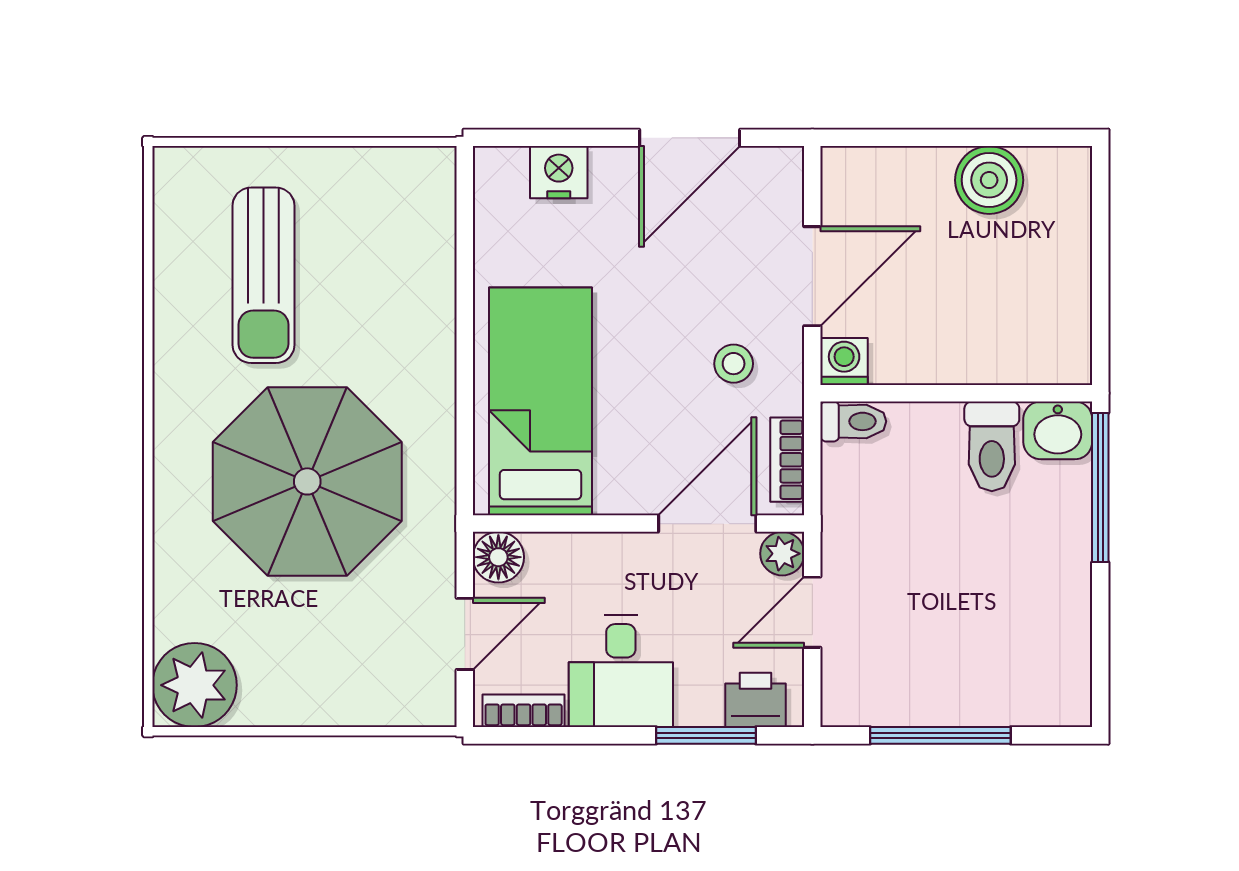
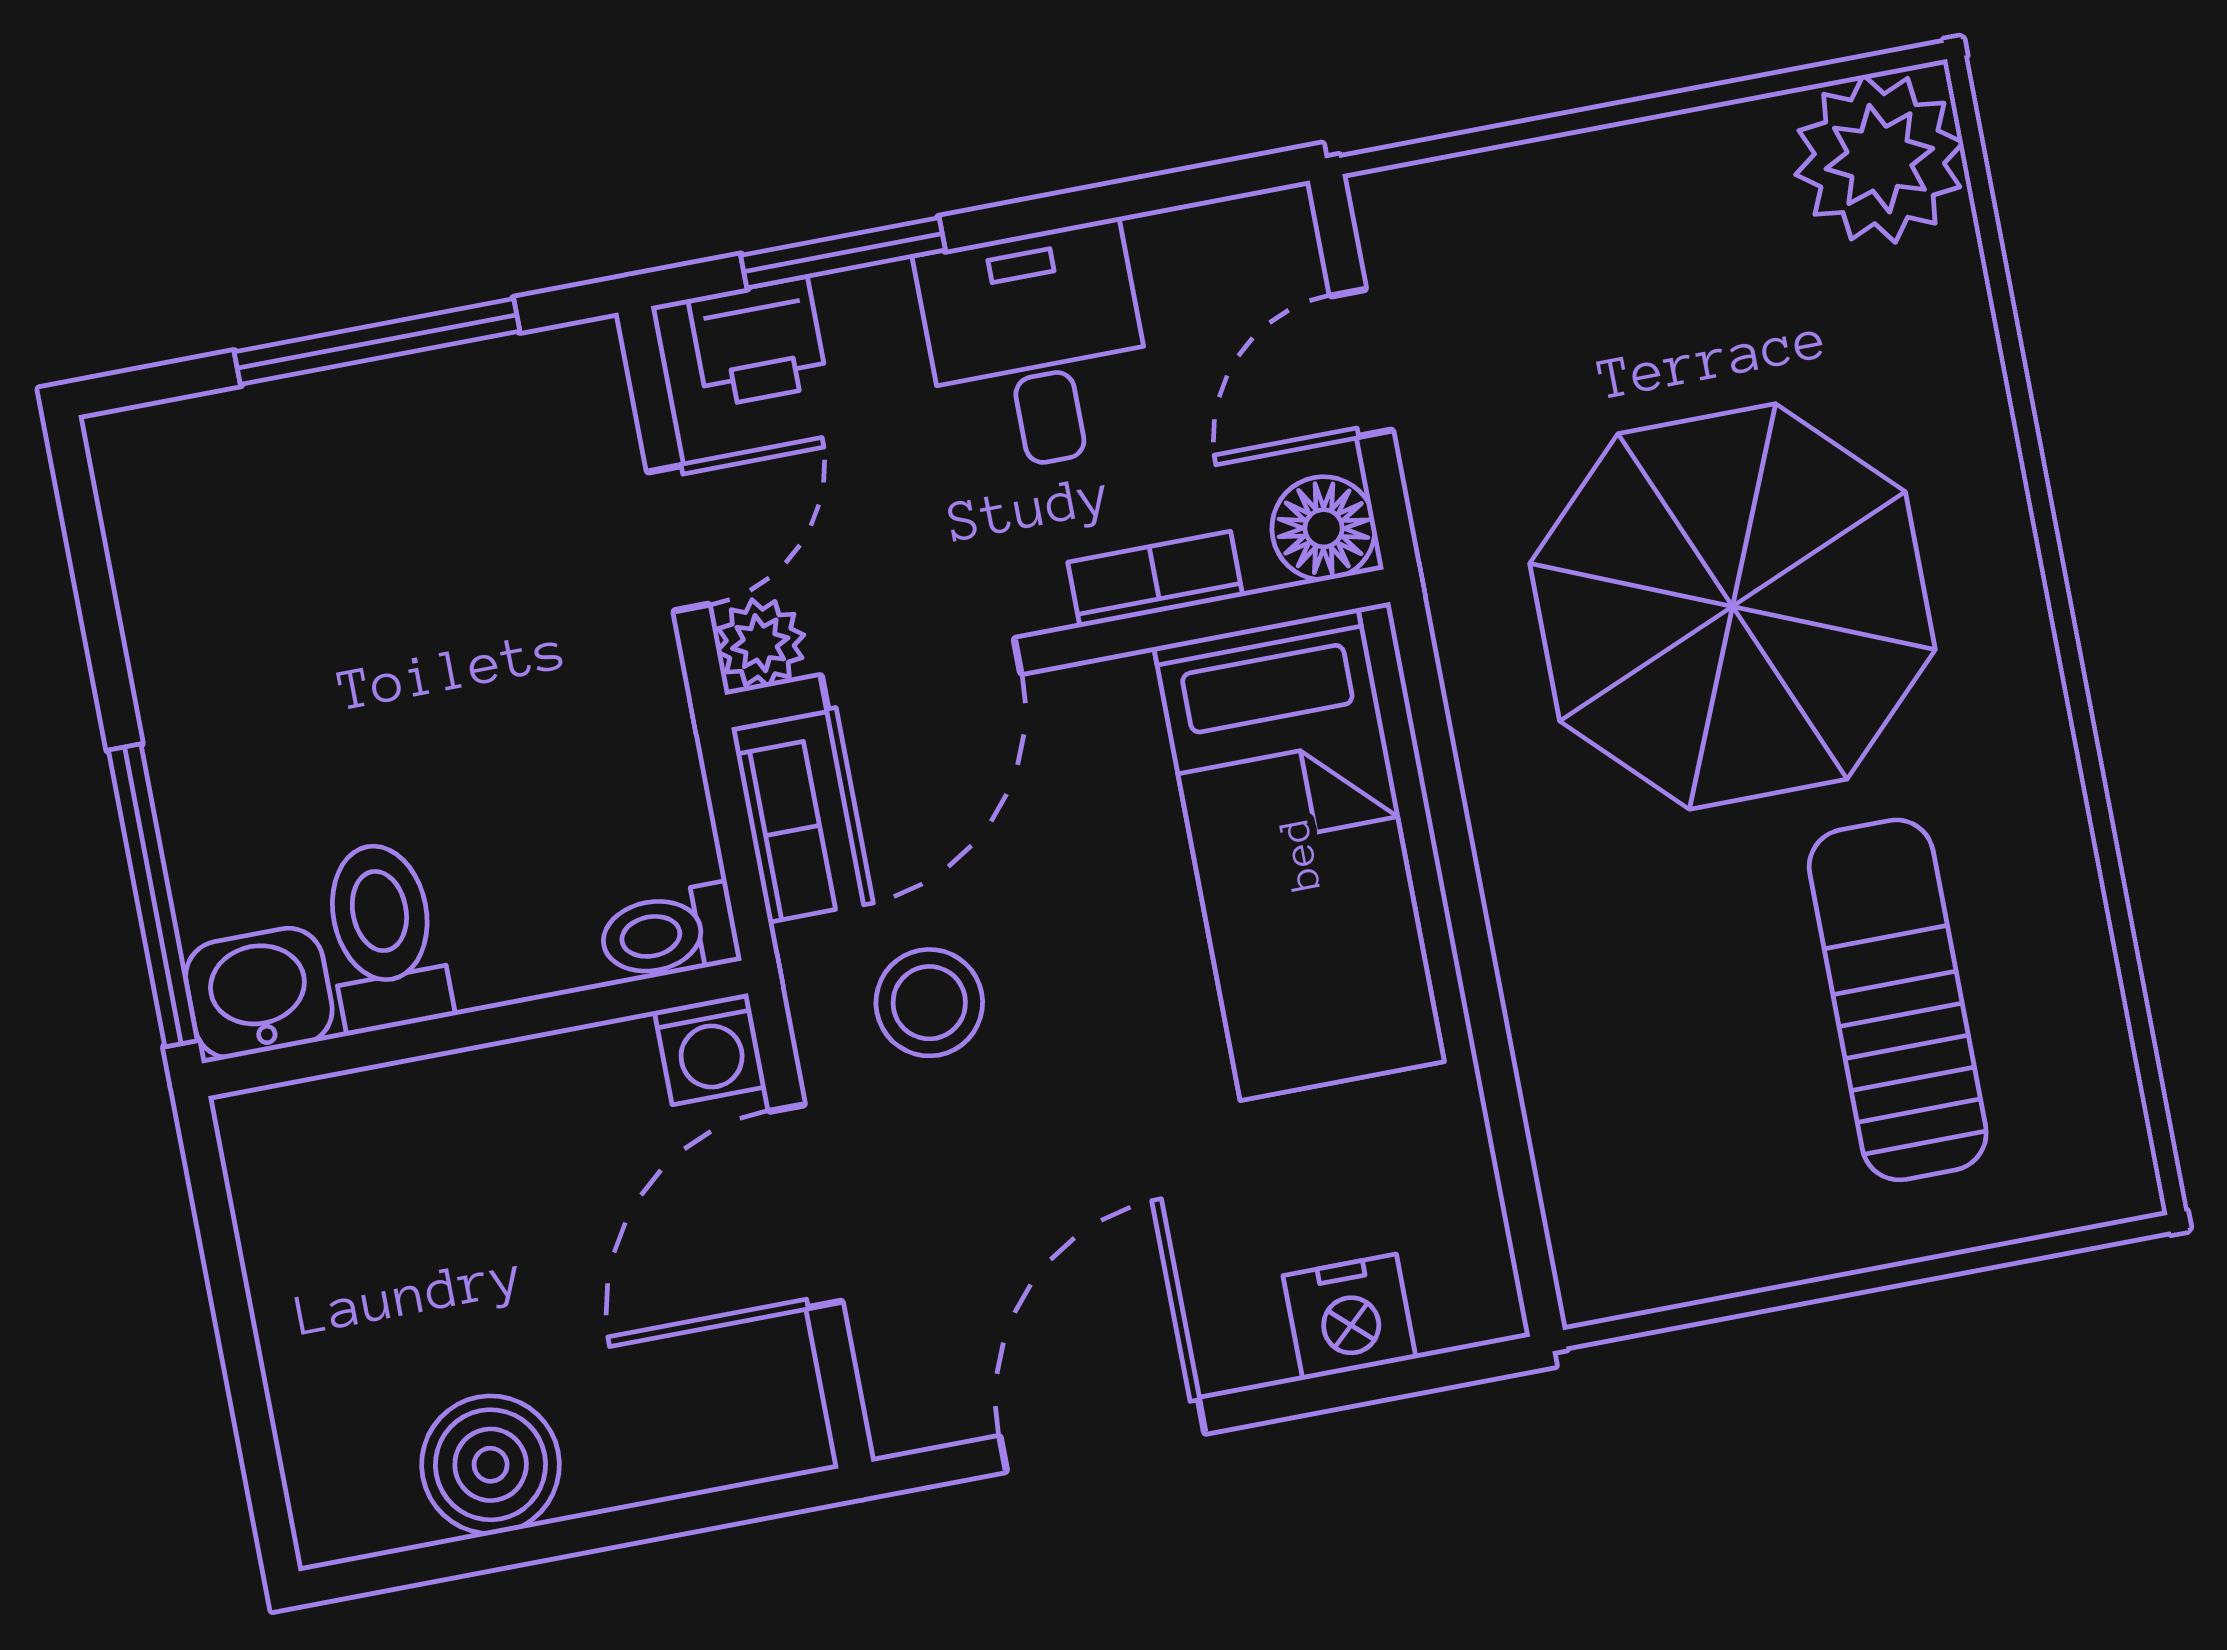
stool: (734, 364) -> (929, 1003), width x1.37, depth x1.37
bookcase: (524, 711) -> (1155, 579), moved, turned 180

